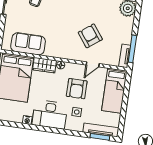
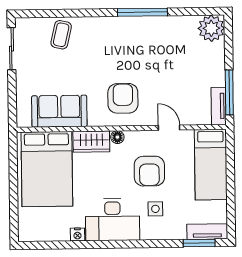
armchair: (90, 36) -> (123, 98), moved, turned 37
door: (93, 64) -> (169, 128), swing flipped
tv unit: (101, 130) -> (207, 232), width x0.71

